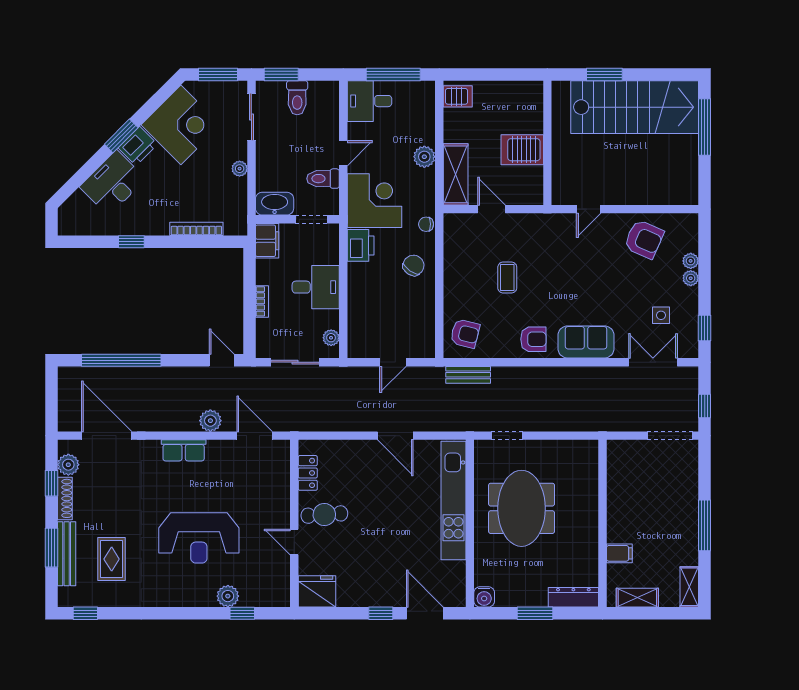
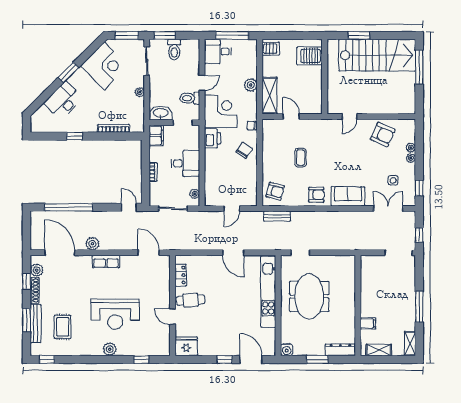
printer: (138, 146) -> (78, 79), removed
server rack: (522, 150) -> (310, 56), moved
plant: (210, 421) -> (92, 244), moved
plant: (228, 596) -> (110, 349), moved

